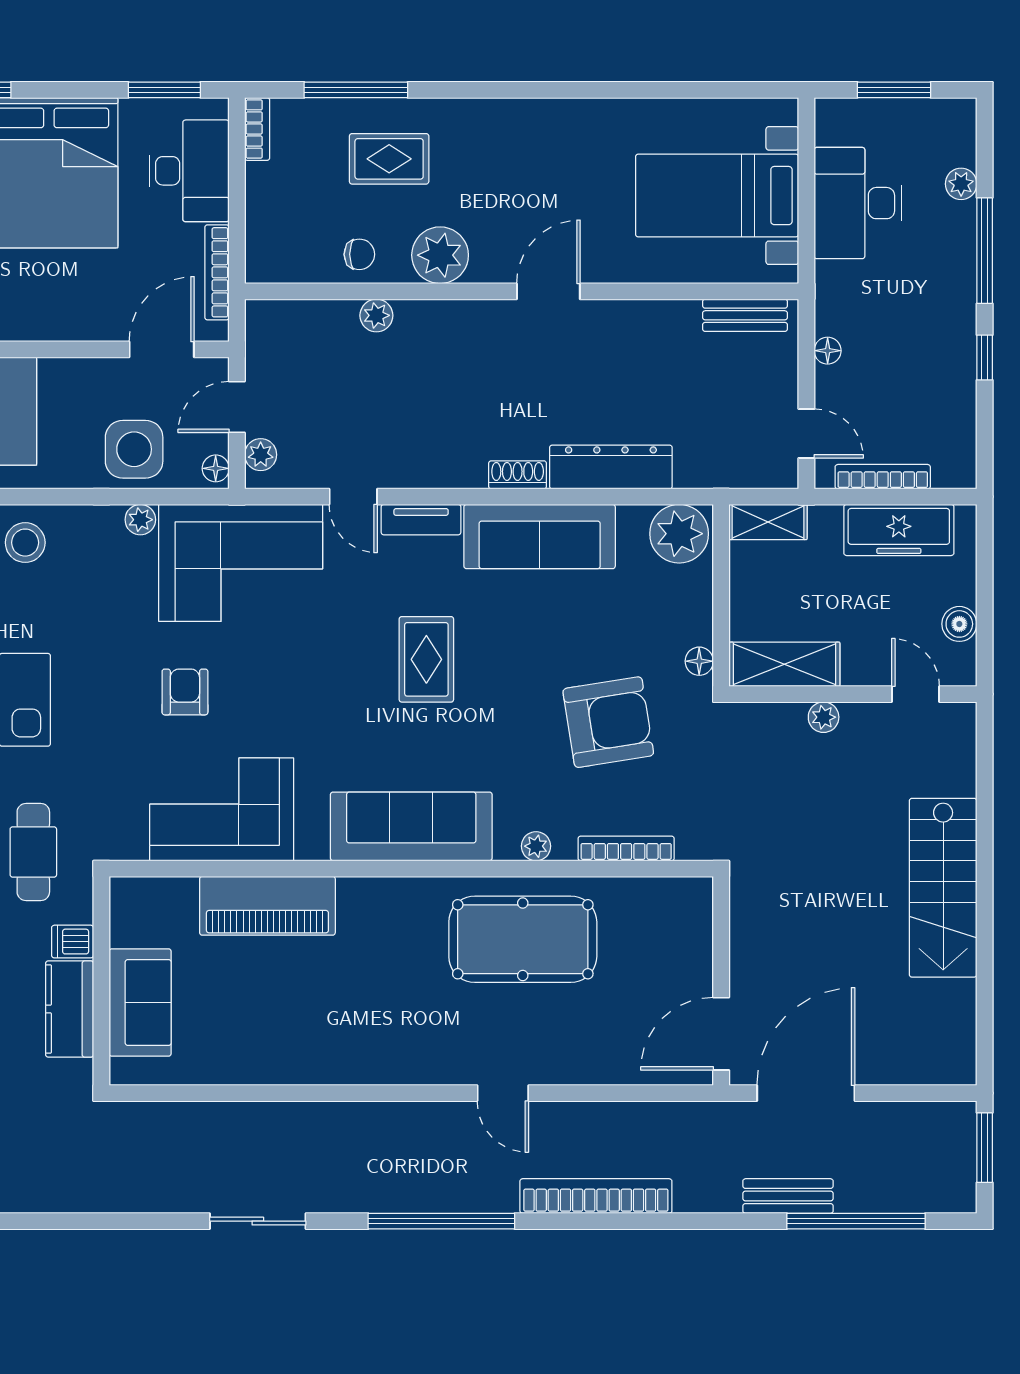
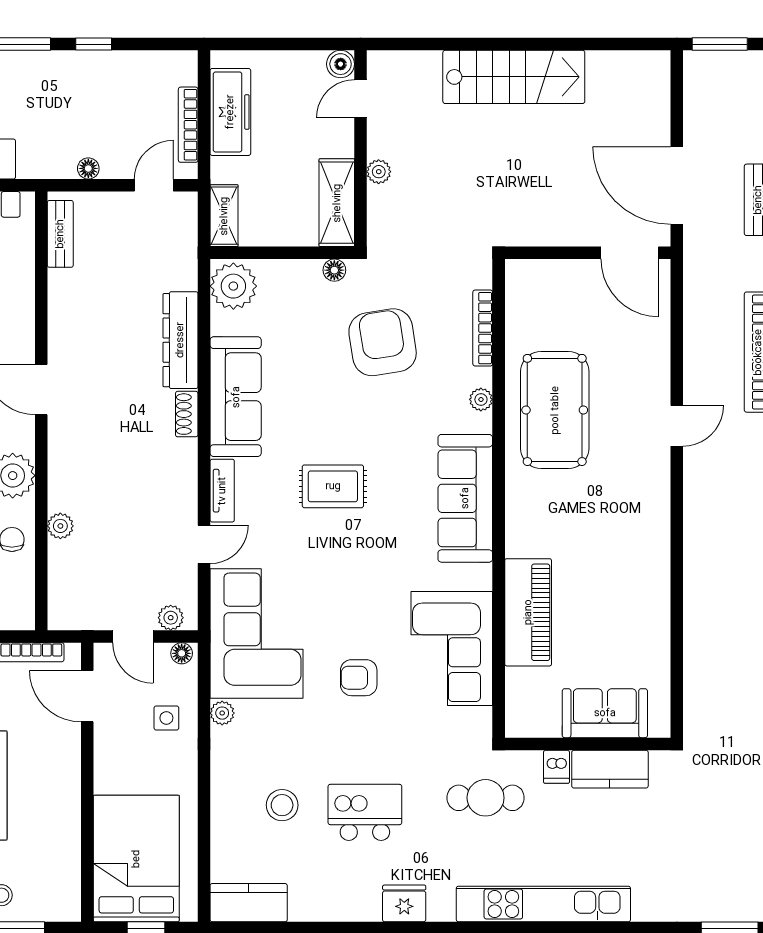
side table: (134, 449) -> (166, 718), width x0.54, depth x0.54
stool: (25, 543) -> (282, 805), moved
boiler: (959, 624) -> (341, 64), moved

